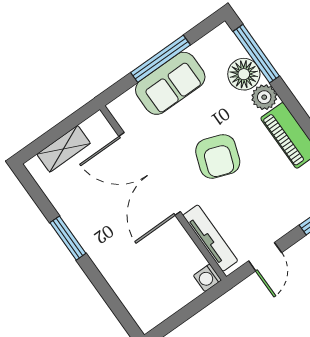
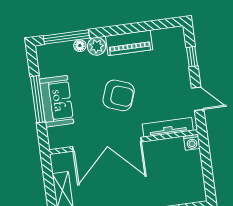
floor lamp: (244, 74) -> (80, 46), width x0.53, depth x0.53

